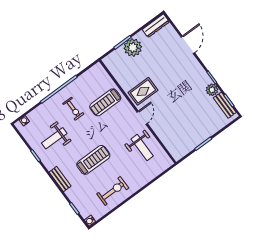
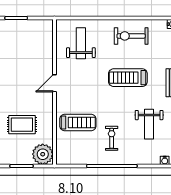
plant: (133, 48) -> (43, 154), moved
rug: (143, 91) -> (22, 125), moved
weight bench: (54, 138) -> (149, 124), turned 90
weight bench: (142, 147) -> (81, 43), moved

